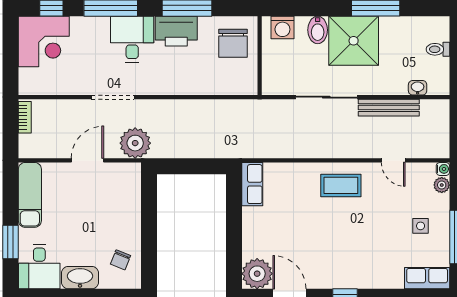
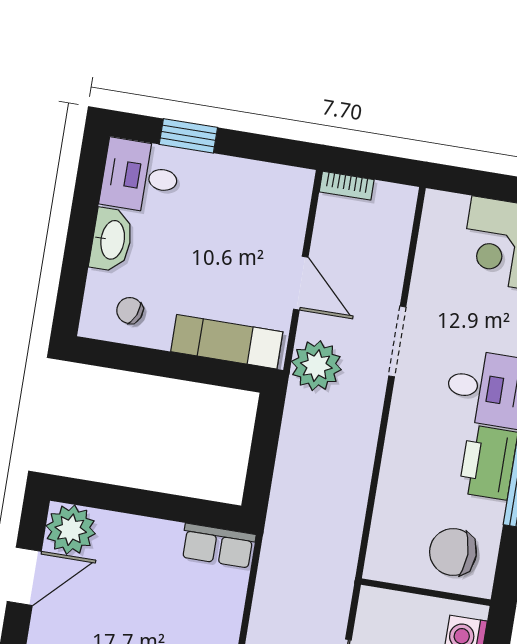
bookcase: (25, 117) -> (347, 186), moved
exam couch: (30, 195) -> (227, 342), moved, turned 180

